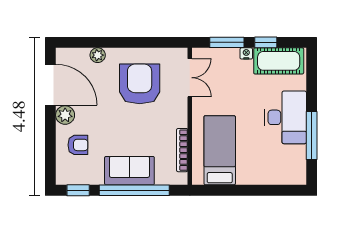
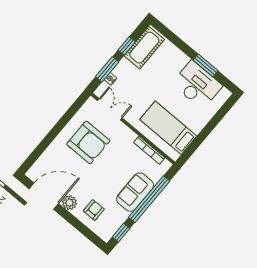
nightstand: (246, 53) -> (110, 79), moved
plant: (98, 55) -> (50, 153), removed
armchair: (140, 84) -> (88, 142), turned 180
desk: (286, 117) -> (197, 85), moved
window: (312, 136) -> (206, 65), width x0.69

